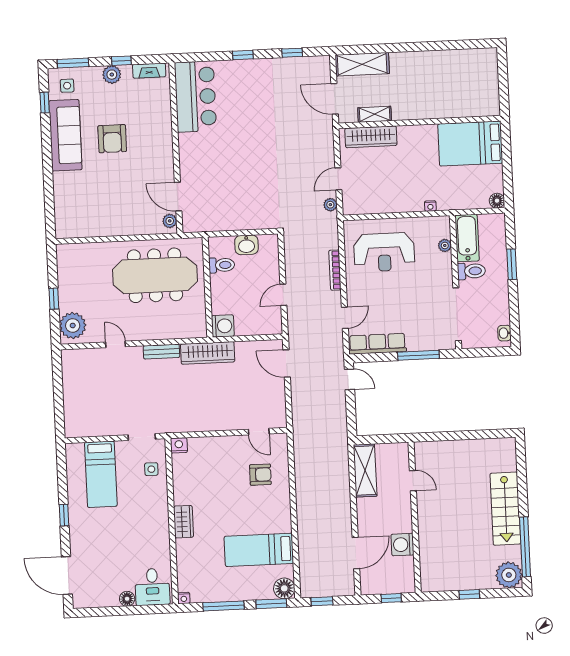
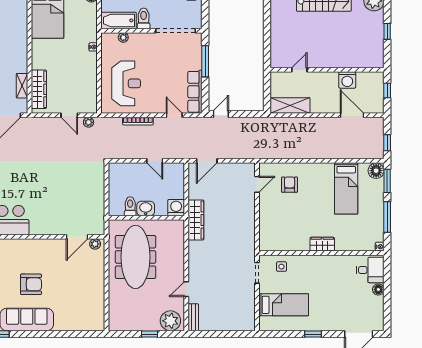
washbasin: (246, 245) -> (146, 208), moved, turned -90
bench: (161, 352) -> (193, 317), moved
nightstand: (179, 445) -> (265, 245), removed

